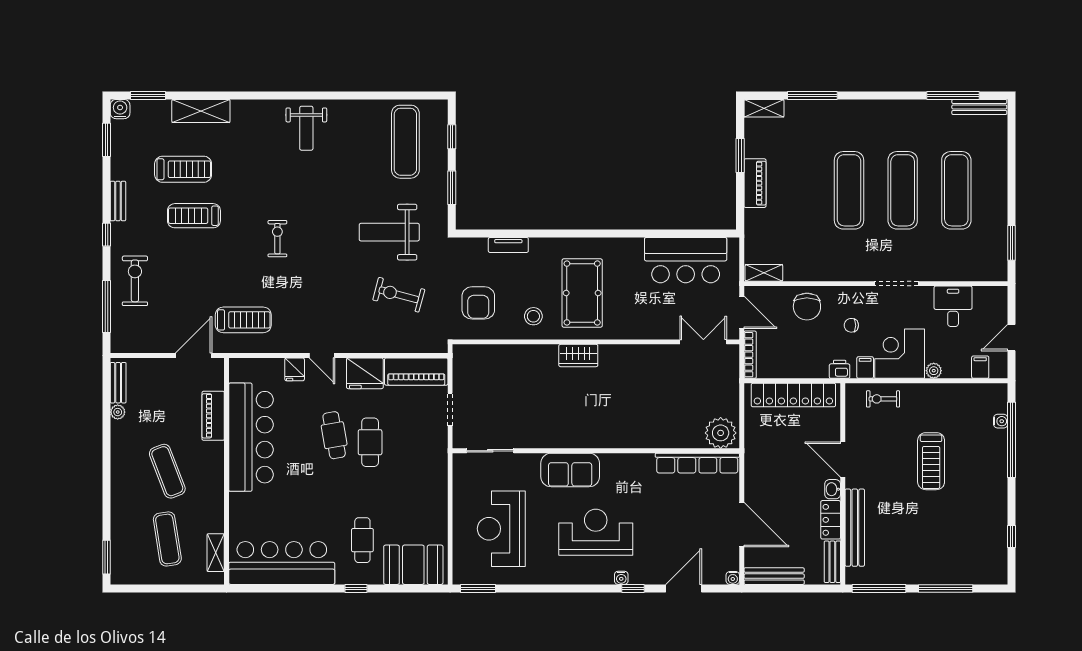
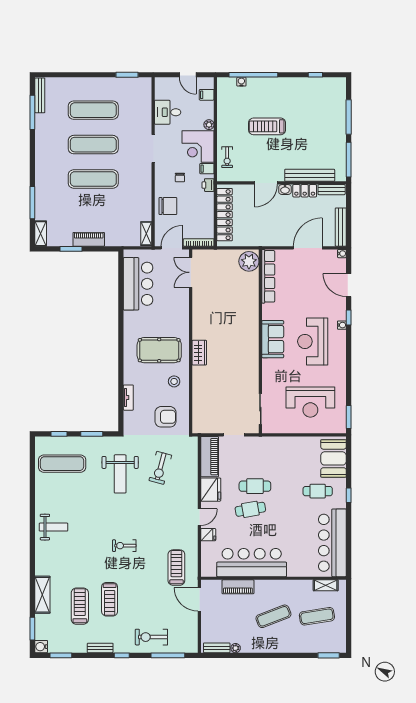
treadmill: (931, 461) -> (267, 126), turned 180
sofa: (570, 470) -> (273, 339), moved

